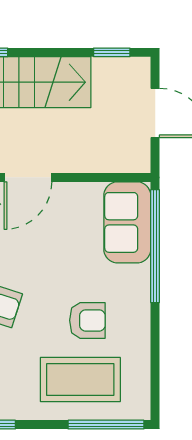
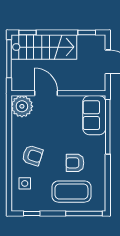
door: (28, 177) -> (46, 93), swing flipped
armchair: (87, 320) -> (75, 163), turned 180

